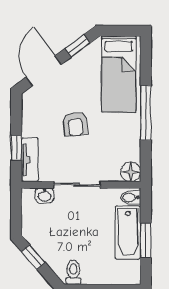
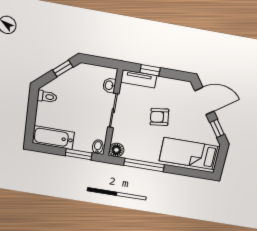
window: (146, 113) -> (144, 165), moved
bathtub: (128, 233) -> (53, 138), moved
window: (146, 240) -> (79, 154), moved

